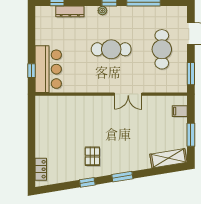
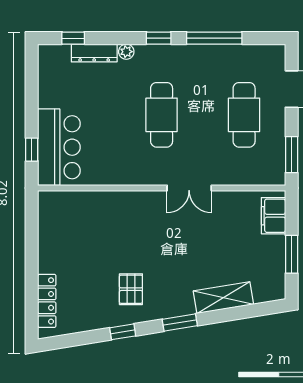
plant: (102, 11) -> (126, 52), moved
cafe table: (111, 49) -> (162, 115), turned 90
filing cabinet: (180, 111) -> (273, 216), width x2.00
shelving: (168, 158) -> (223, 298), moved
locker: (41, 169) -> (47, 301), width x1.53

